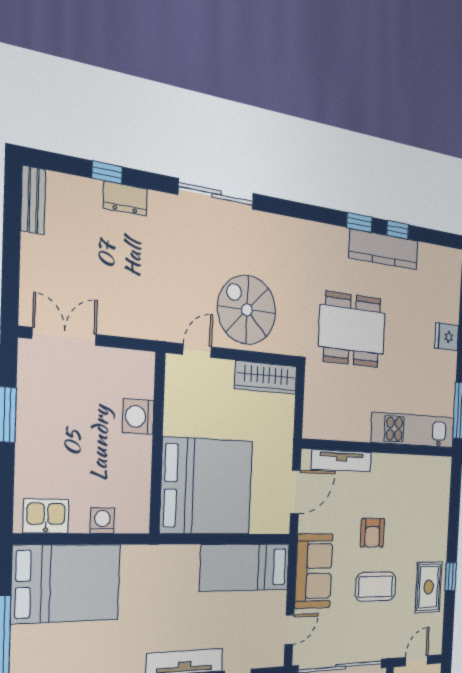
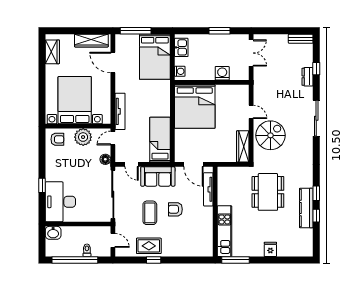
washing machine: (138, 416) -> (222, 73), moved
wall: (157, 443) -> (212, 82), moved
bed: (207, 486) -> (195, 106), moved

